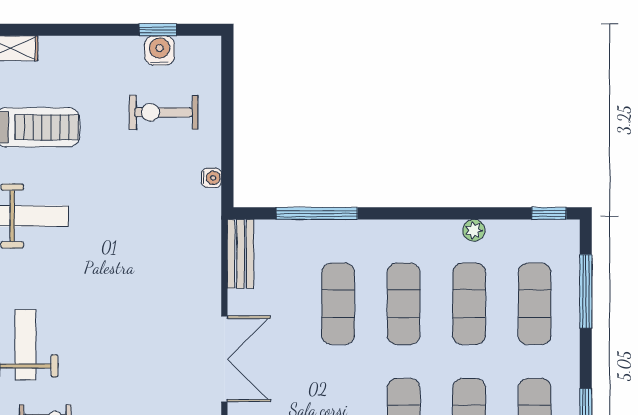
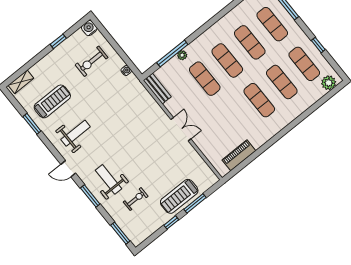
window: (158, 30) -> (58, 41), moved
water cooler: (160, 50) -> (89, 28), moved
plant: (474, 230) -> (182, 55), moved
double door: (224, 359) -> (181, 129), width x0.73

